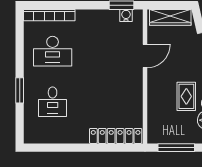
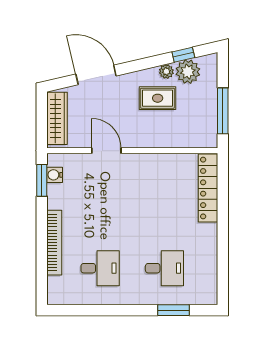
bookcase: (49, 15) -> (54, 243), moved
desk: (53, 51) -> (100, 268), width x0.73
window: (20, 90) -> (174, 310), moved

